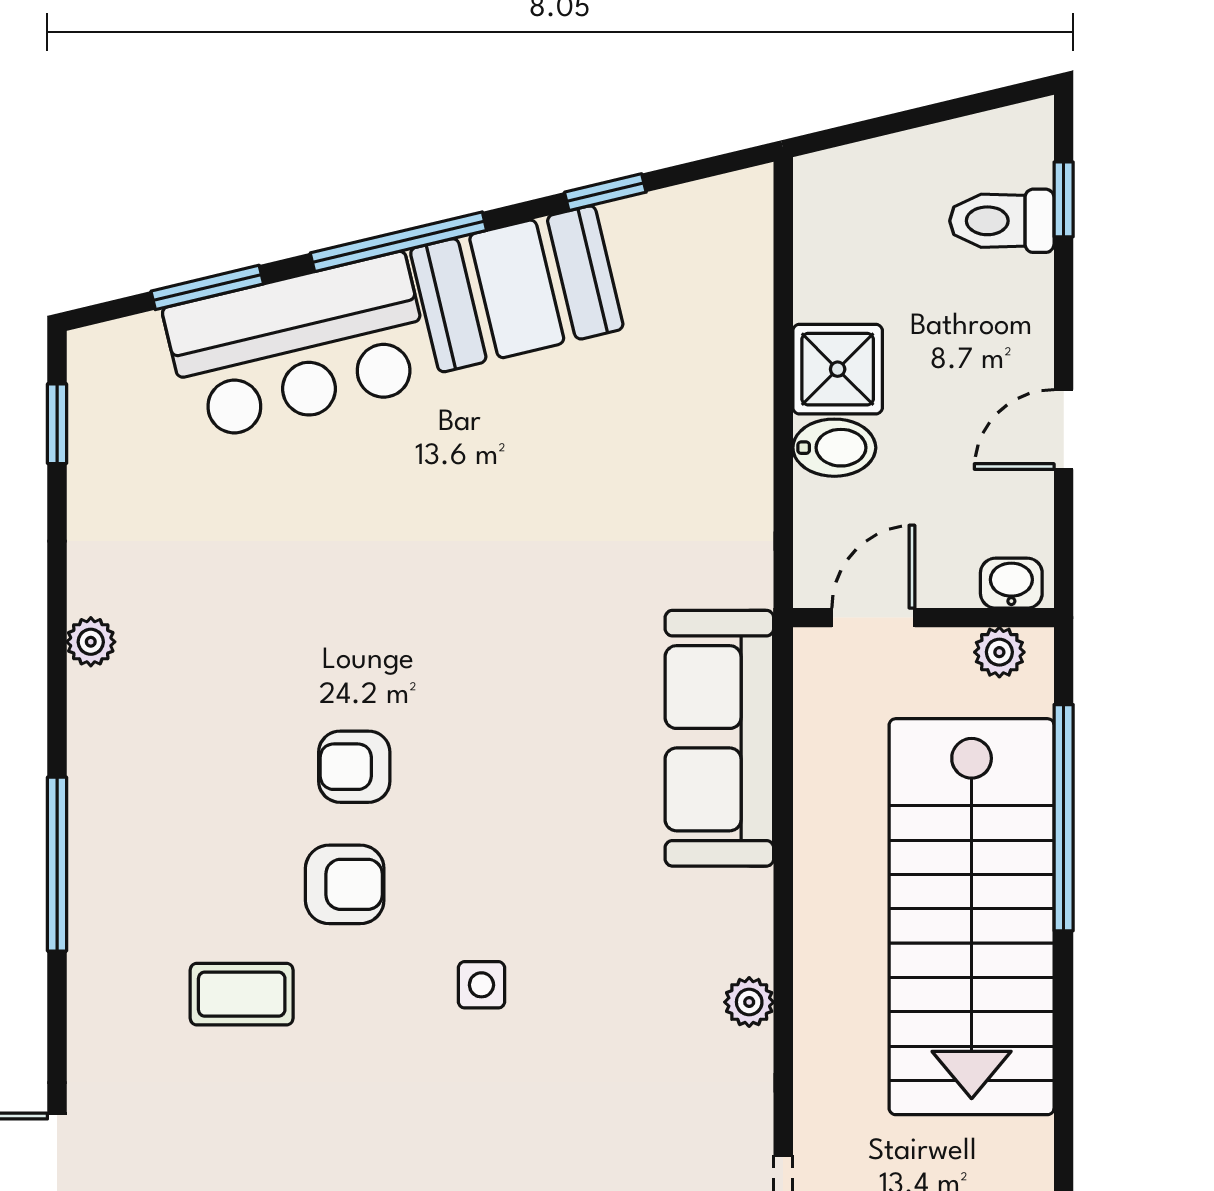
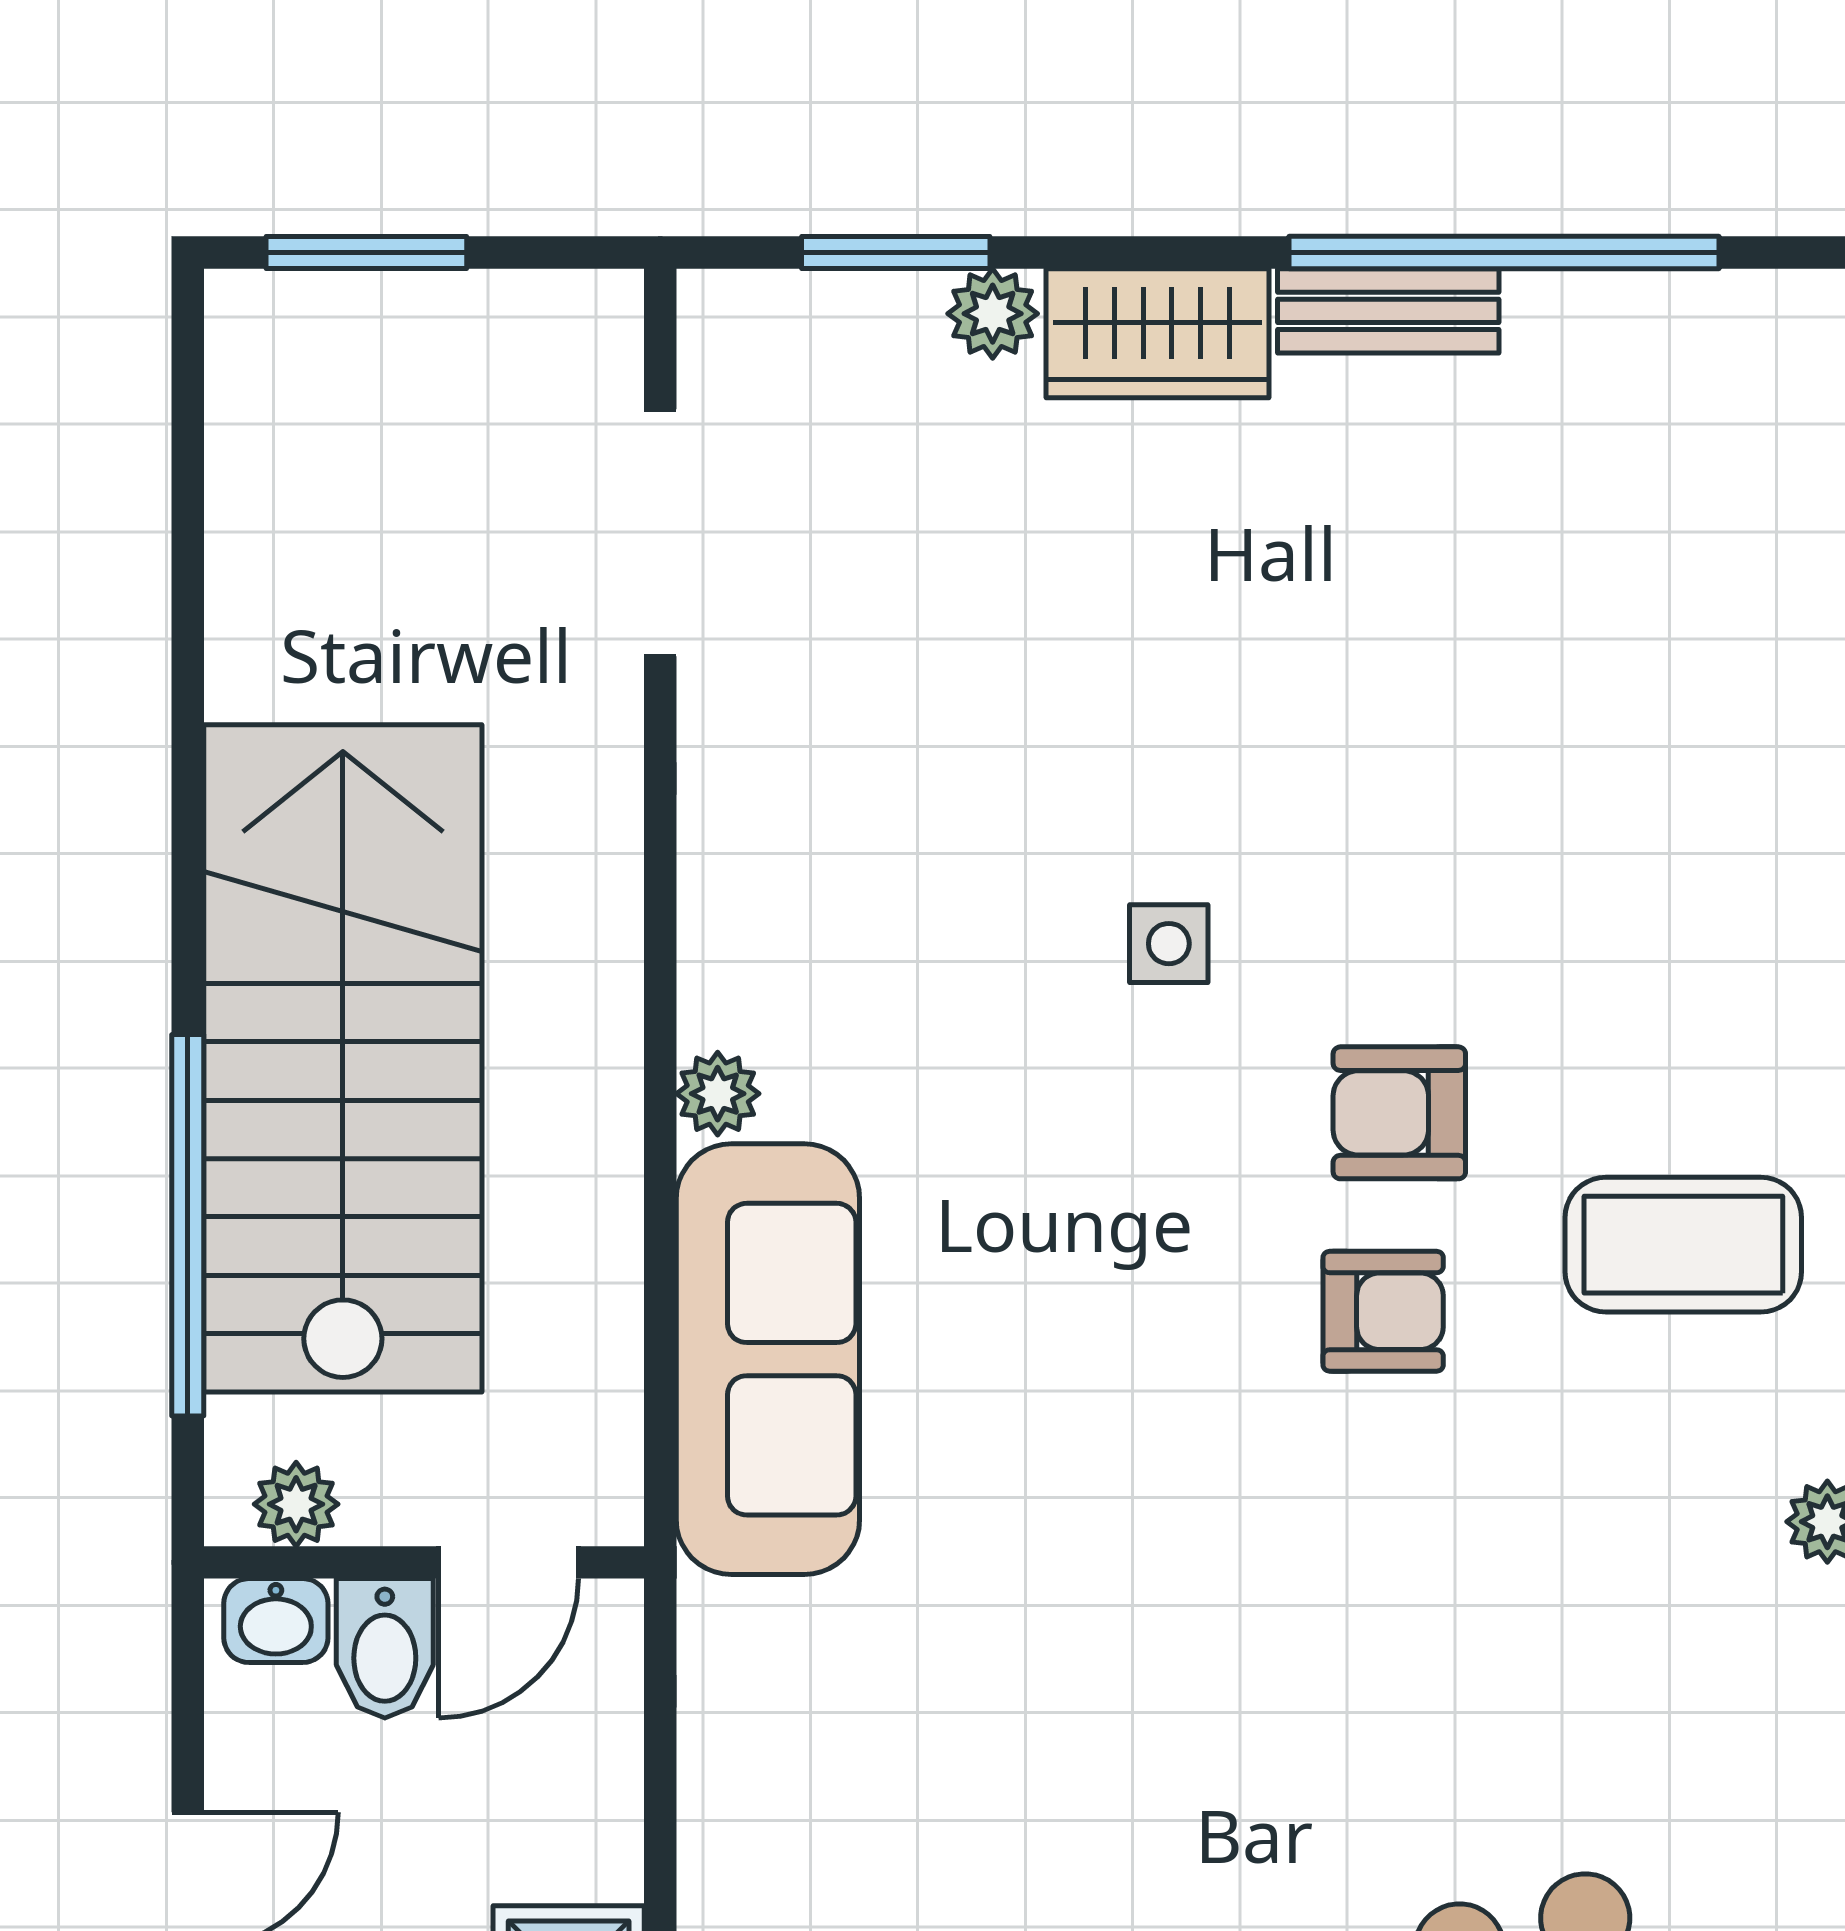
bidet: (834, 448) -> (385, 1648), moved, turned -90
coffee table: (242, 994) -> (1683, 1245), moved, width x1.36, depth x1.30
plant: (749, 1002) -> (718, 1094), moved

